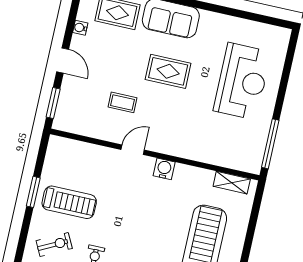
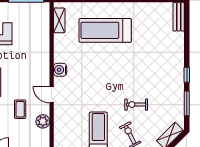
plant: (99, 130) -> (43, 121), added

